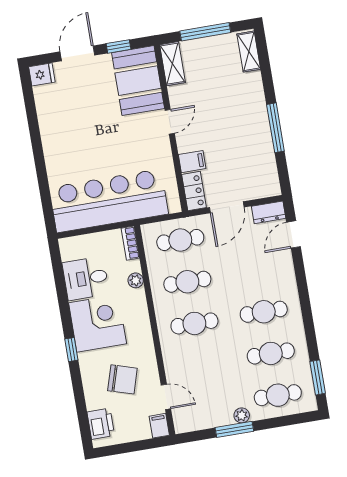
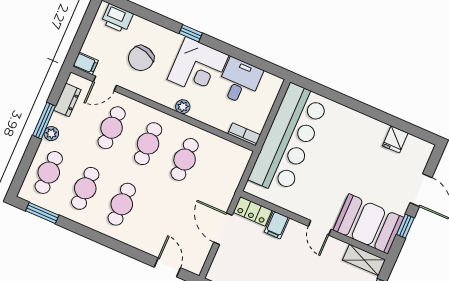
fridge: (42, 74) -> (395, 139), moved
dresser: (269, 212) -> (67, 100), moved, turned 180
cafe table: (180, 240) -> (112, 128), moved
plant: (136, 280) -> (183, 107), moved

